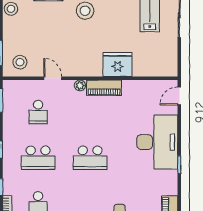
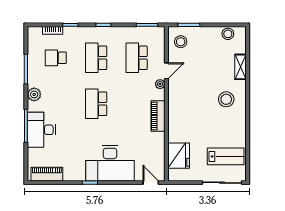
fridge: (118, 64) -> (179, 156), moved
plant: (80, 85) -> (160, 84), moved
school desk: (38, 112) -> (137, 58), width x1.85

